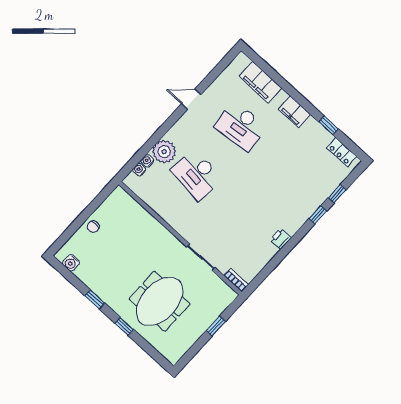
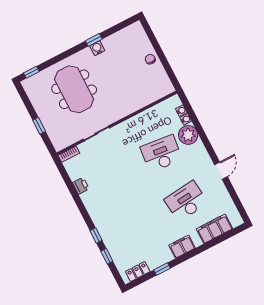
printer: (280, 239) -> (81, 186), moved
water cooler: (71, 263) -> (97, 48), moved
window: (124, 326) -> (31, 72), moved

